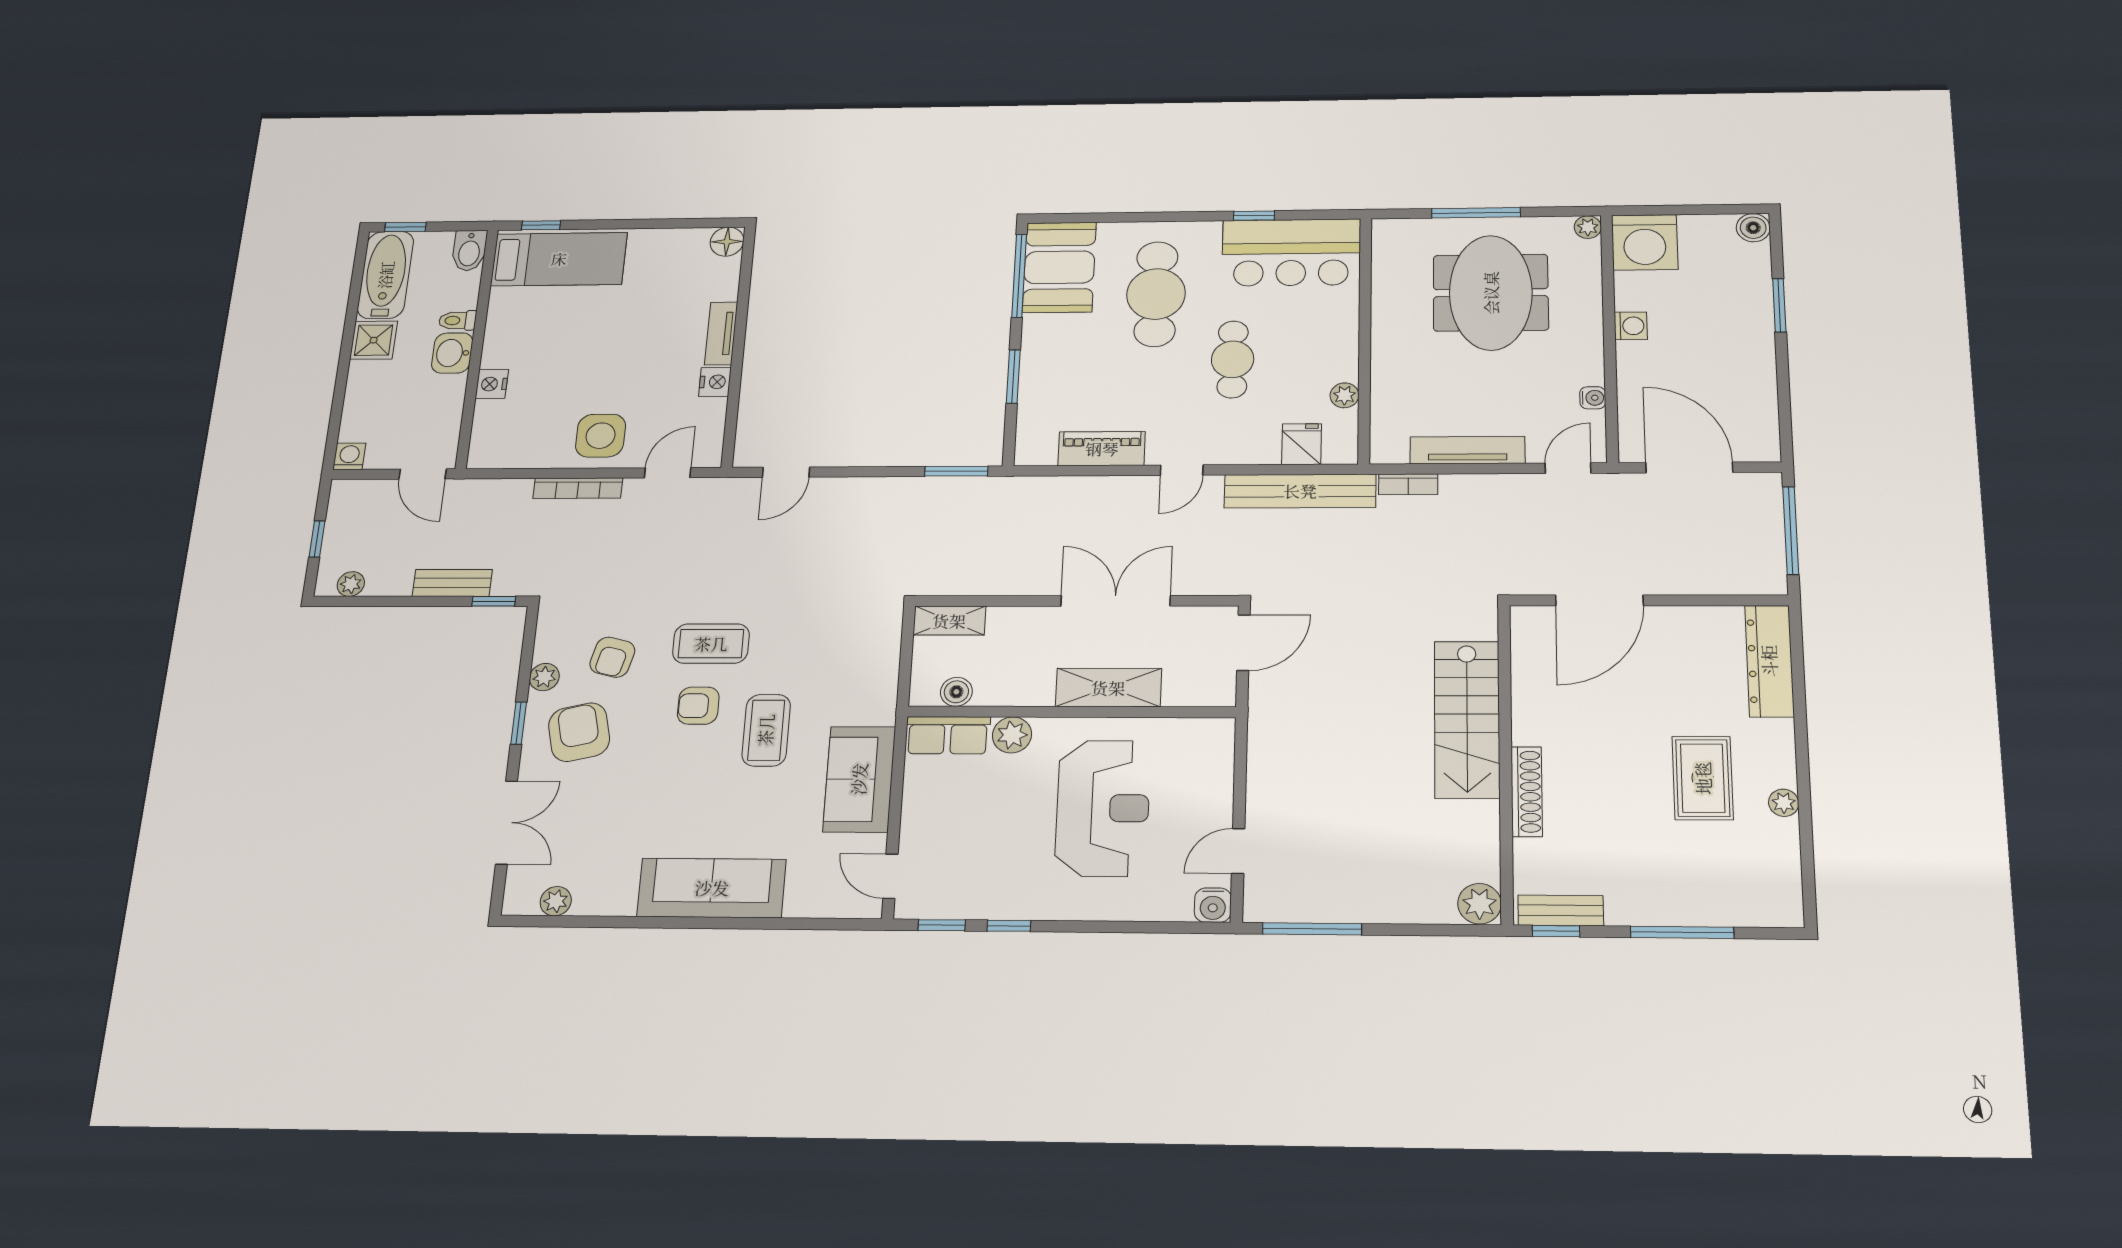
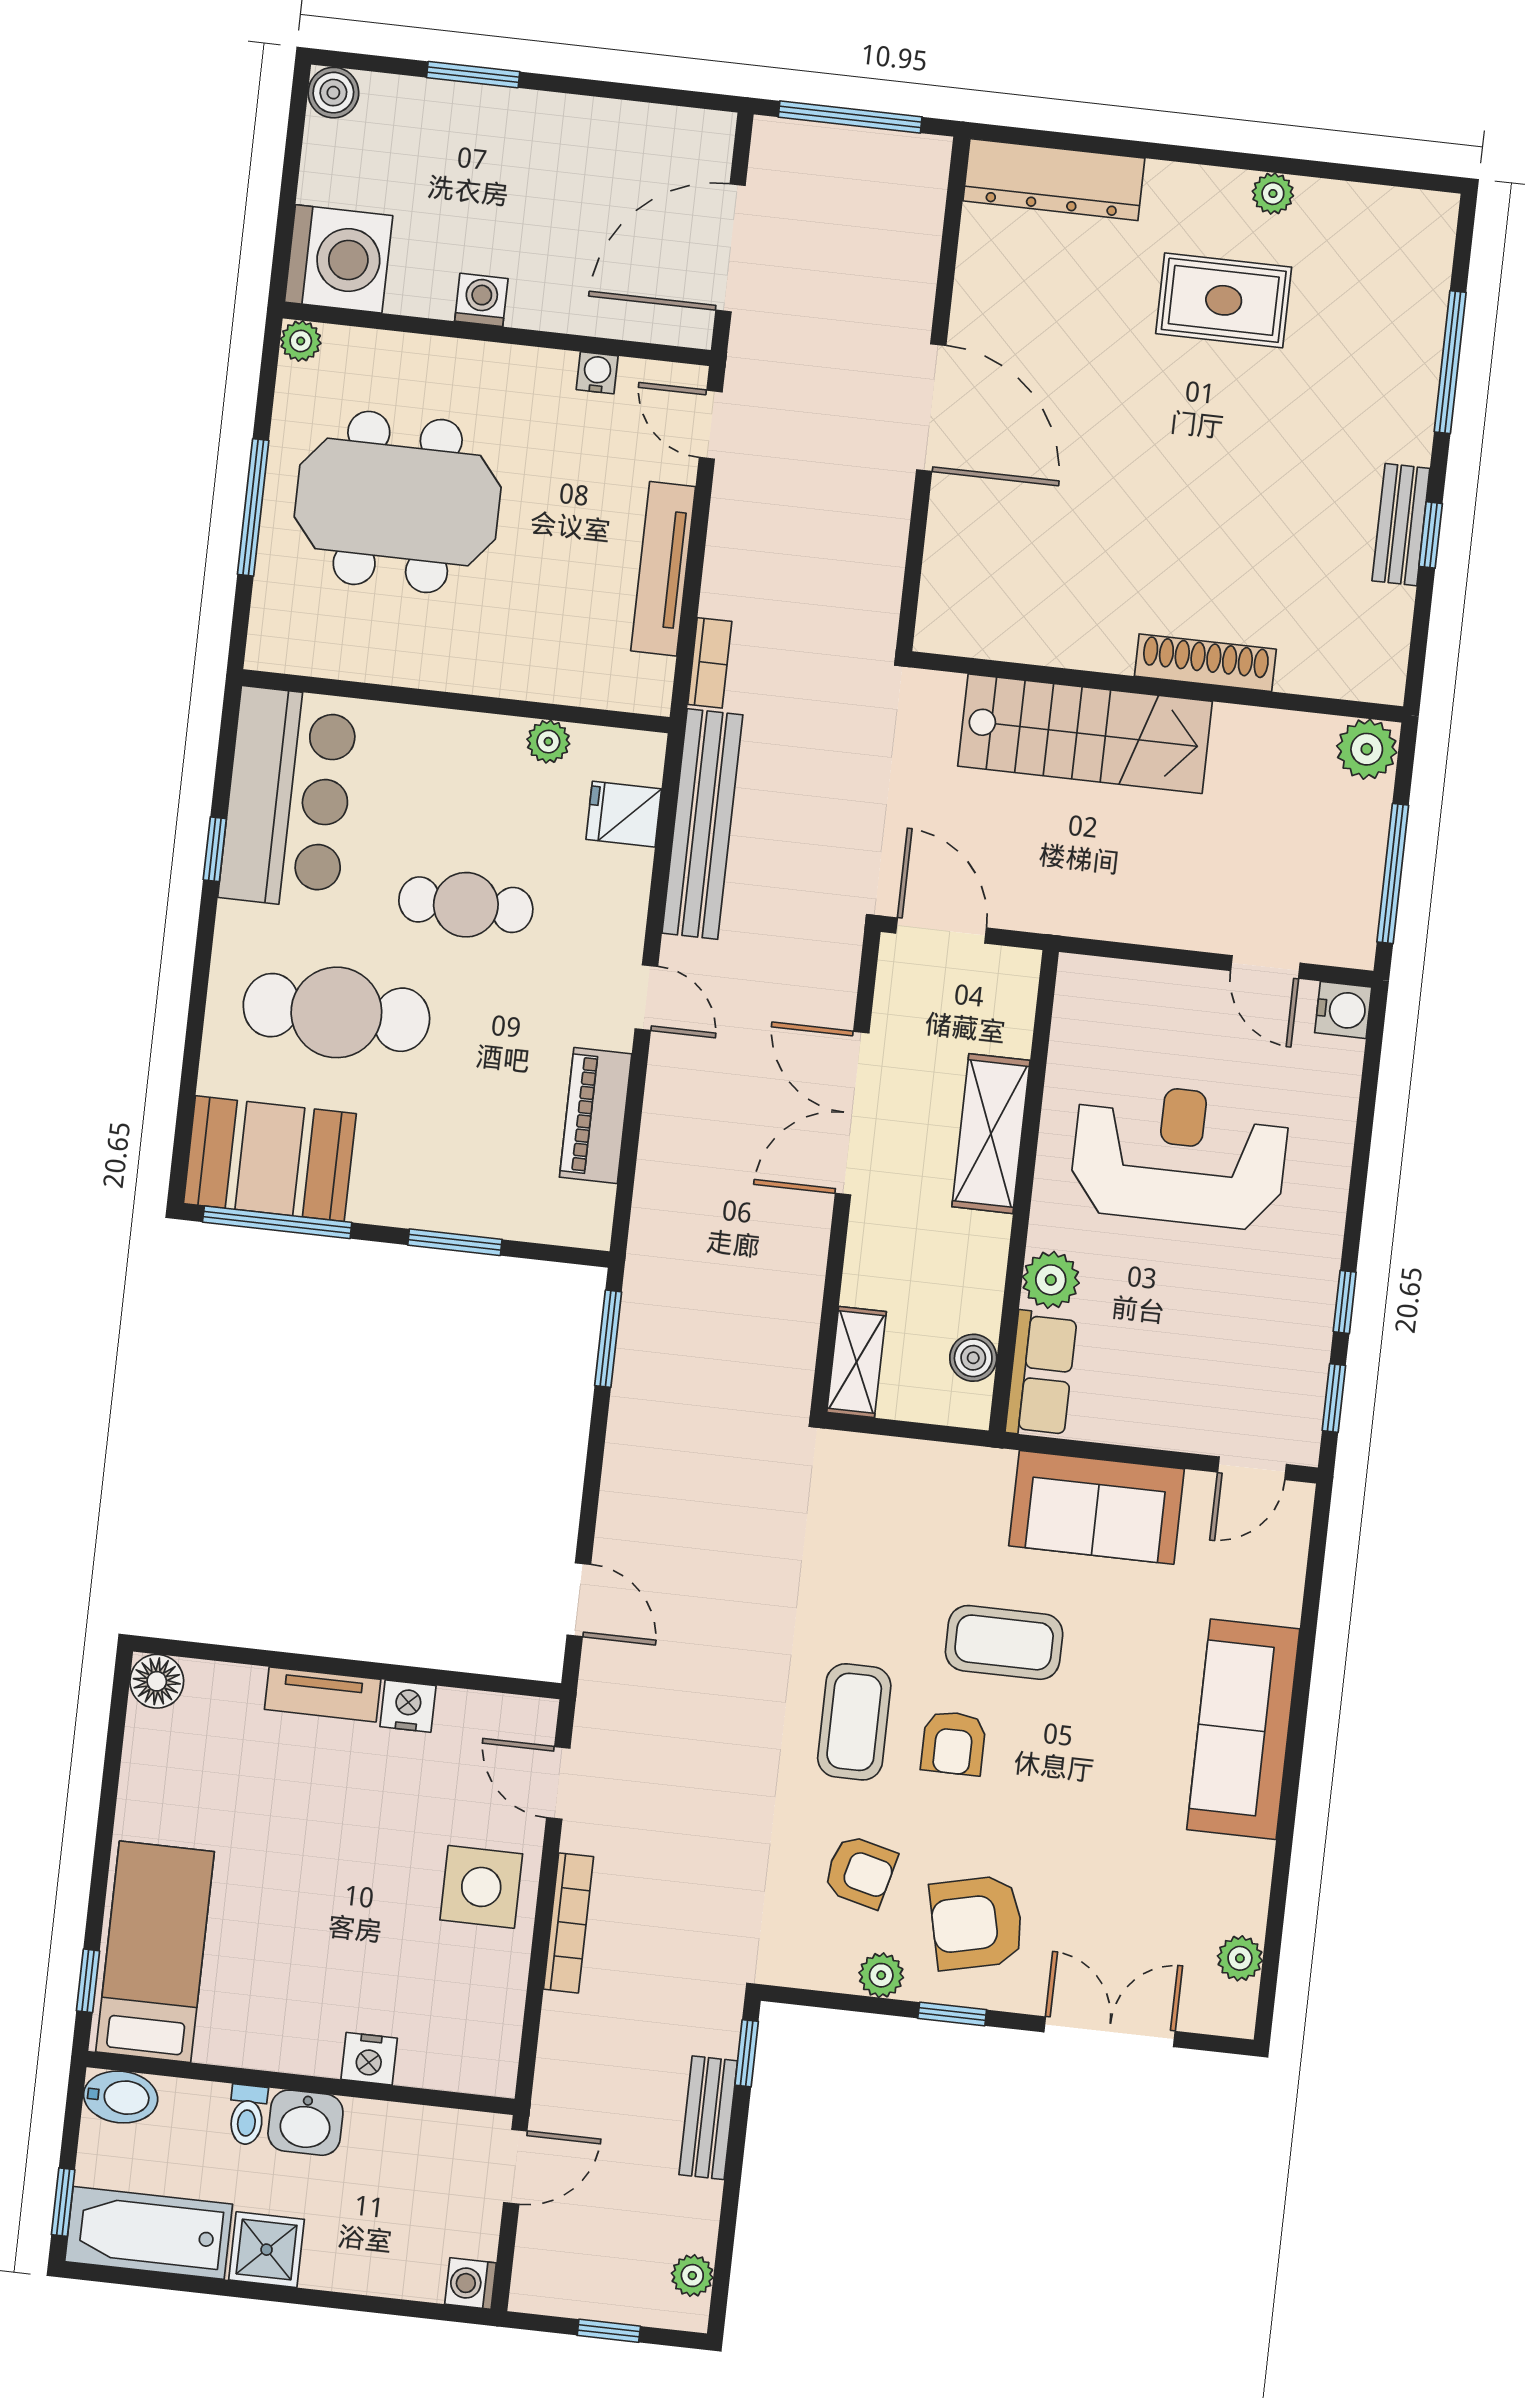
stairs: (1467, 719) -> (1085, 734), moved
wall: (1506, 762) -> (1157, 687), moved
shoe rack: (1527, 792) -> (1205, 663), moved
plant: (1480, 904) -> (1367, 749), moved

